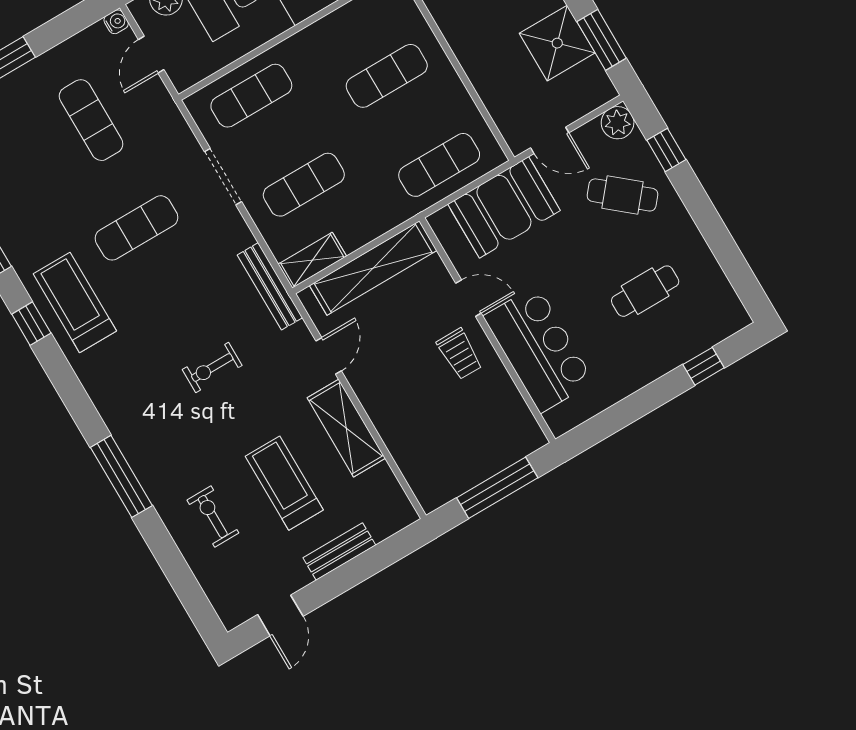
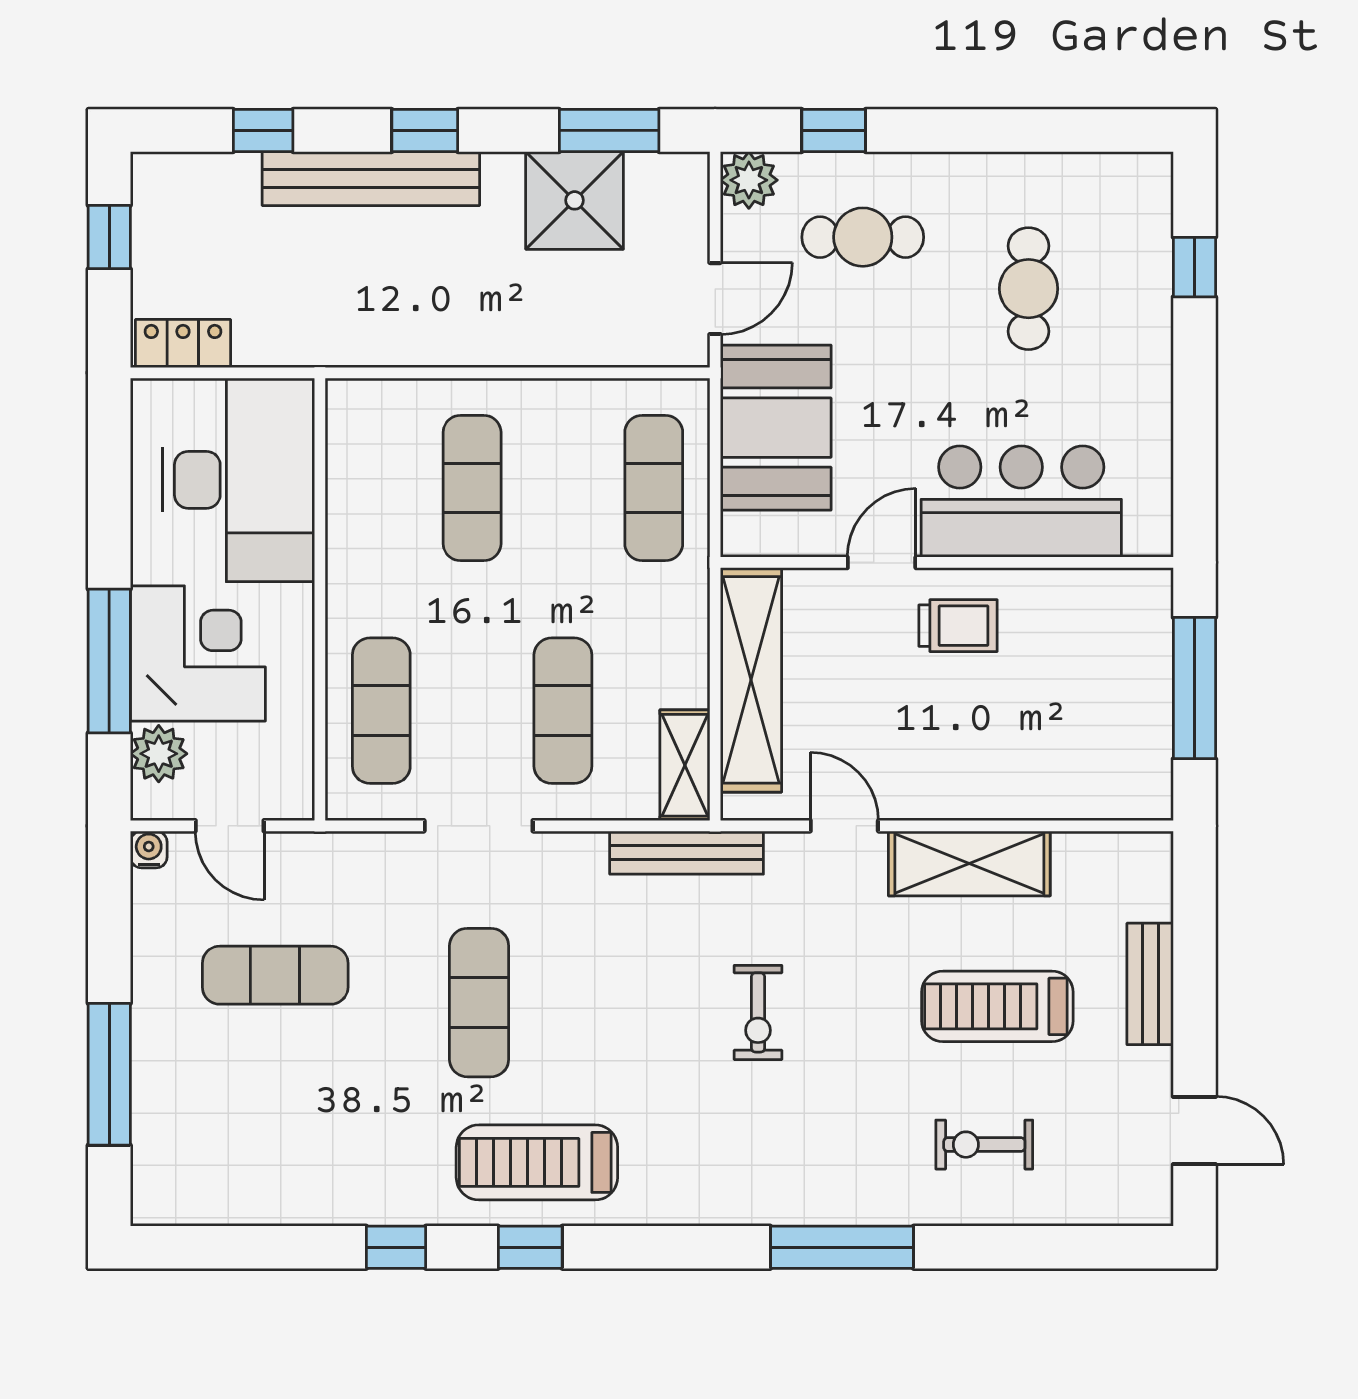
cafe table: (622, 195) -> (863, 237), turned 50

